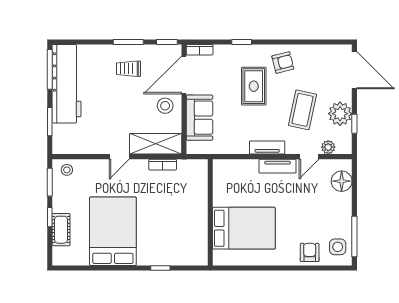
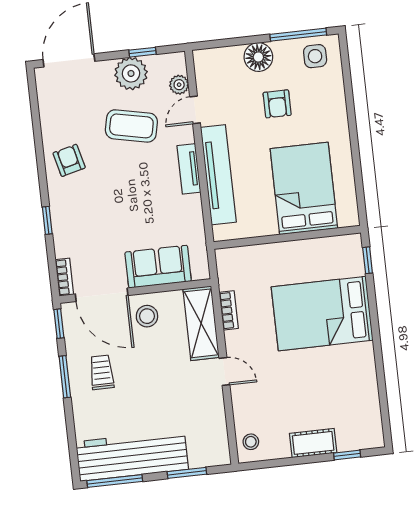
trolley: (128, 69) -> (102, 372), turned 180
rug: (254, 86) -> (106, 197), removed
door: (309, 157) -> (195, 110), swing flipped
tv unit: (278, 166) -> (218, 175), width x1.92, depth x1.29
floor lamp: (342, 181) -> (258, 57), moved
window: (50, 182) -> (270, 464), removed
window: (50, 217) -> (347, 455), moved
cot: (61, 230) -> (313, 443), moved
bed: (113, 231) -> (322, 314), moved
armchair: (310, 252) -> (277, 104), moved, turned -90
window: (160, 268) -> (368, 260), moved

